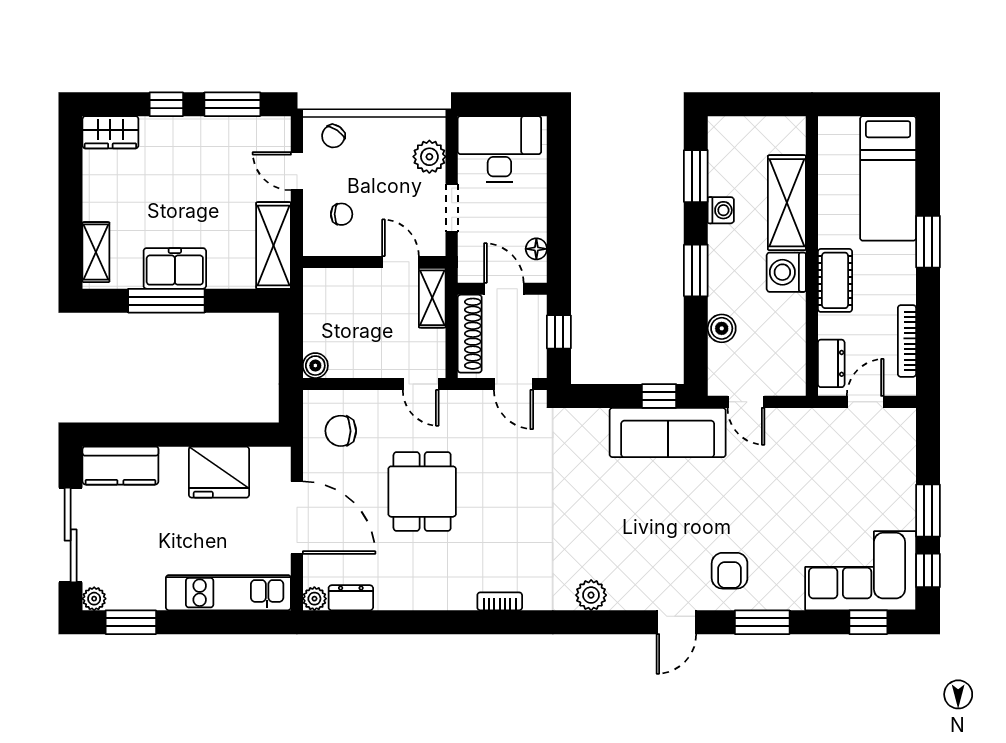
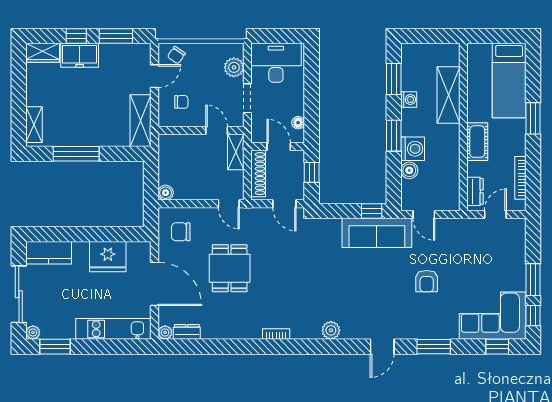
door: (297, 171) -> (154, 76), swing flipped
freezer: (175, 268) -> (80, 55), moved, turned 180
washing machine: (786, 272) -> (413, 149), moved, turned 180
armchair: (730, 571) -> (427, 281), moved

